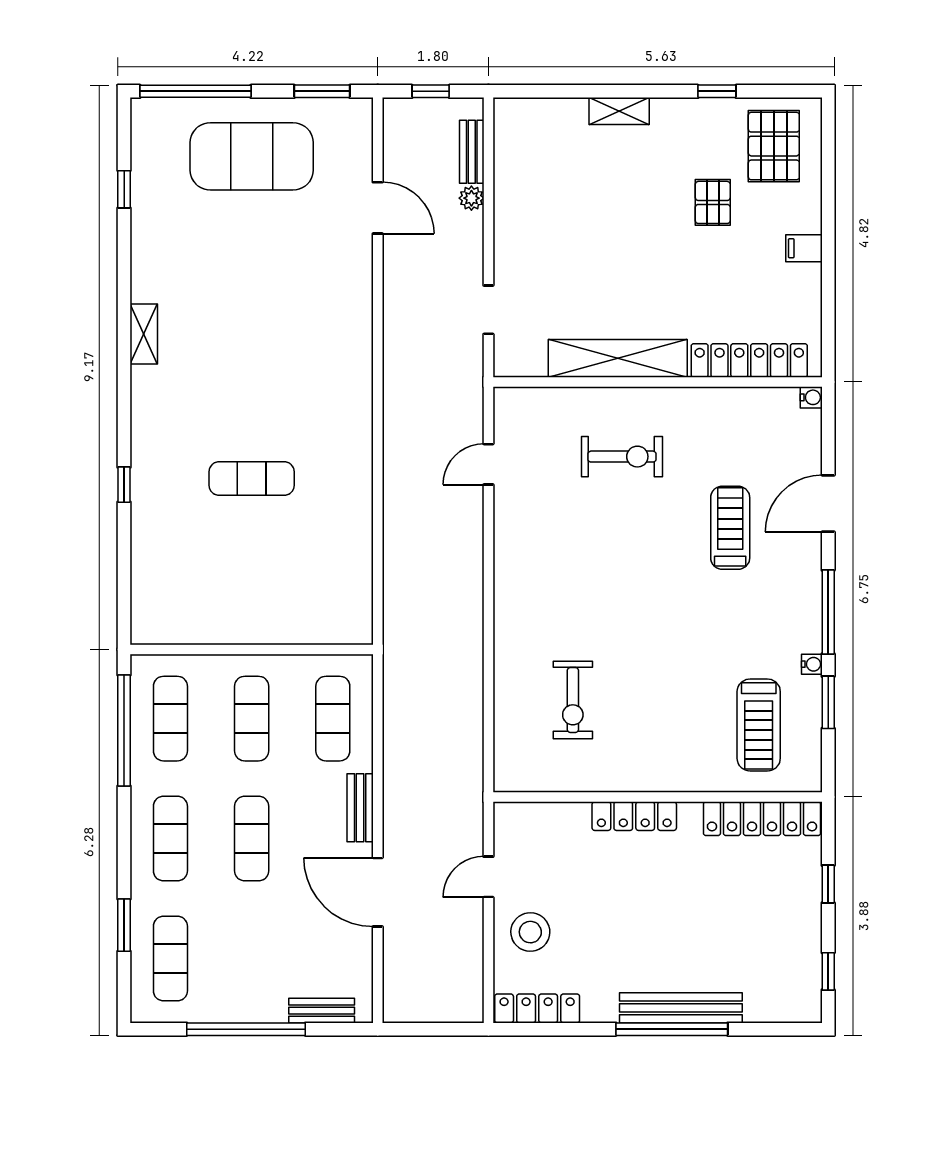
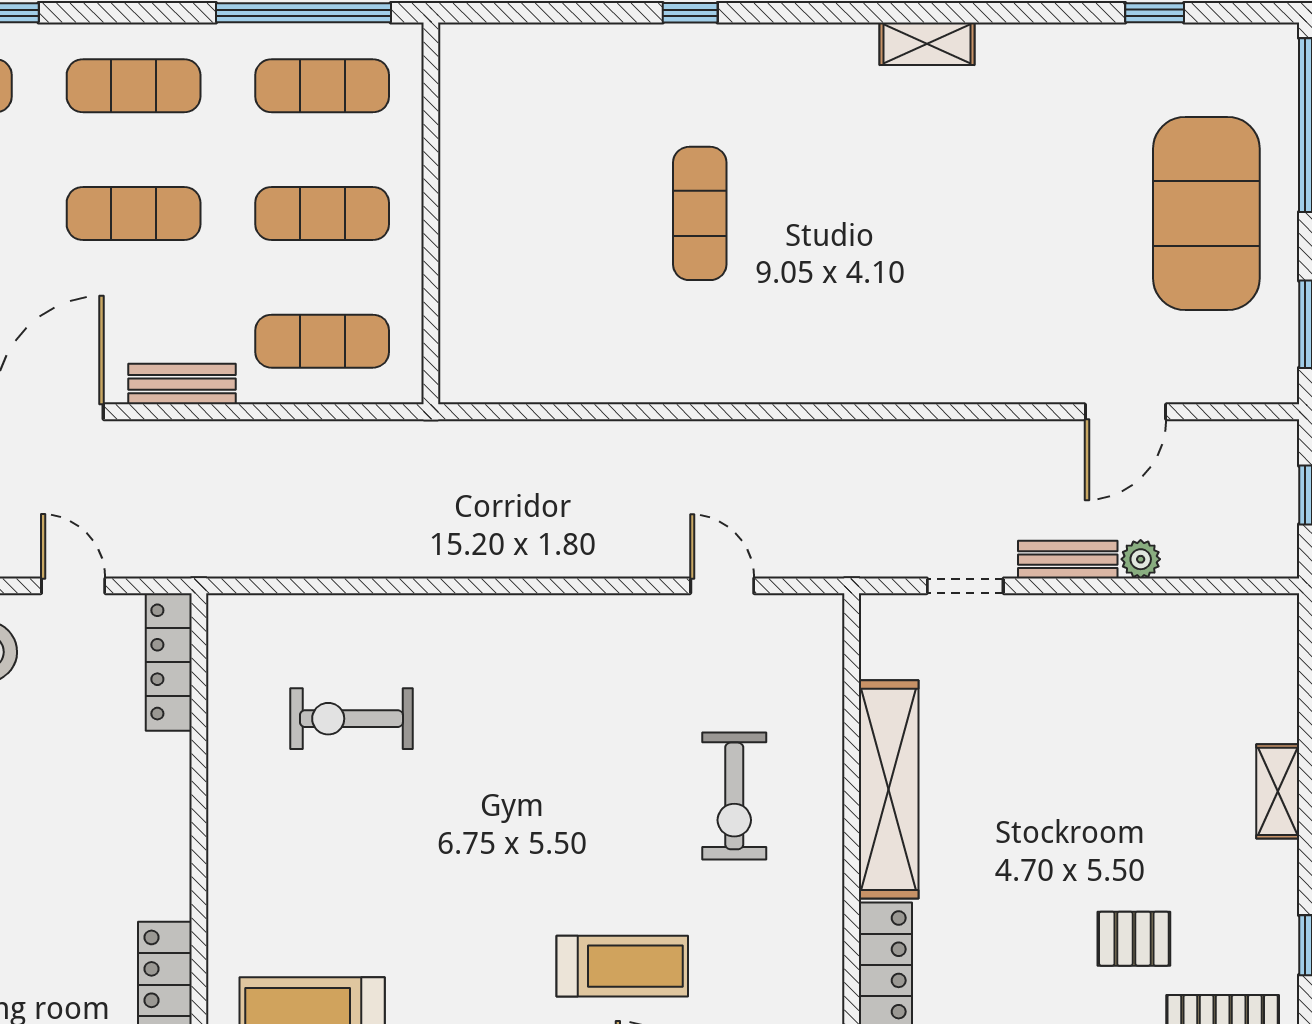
bench: (472, 152) -> (1068, 560), moved
locker: (634, 816) -> (169, 662), moved

